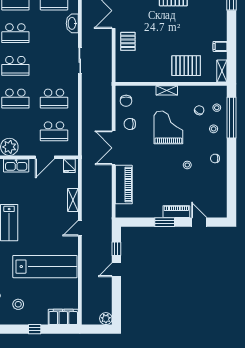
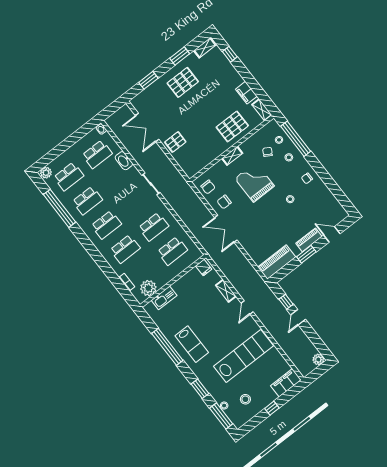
pallet: (128, 41) -> (175, 142), turned 90
filing cabinet: (220, 46) -> (246, 93), width x2.00
door: (45, 157) -> (181, 275), removed
piano: (124, 185) -> (277, 262), moved, turned -90

